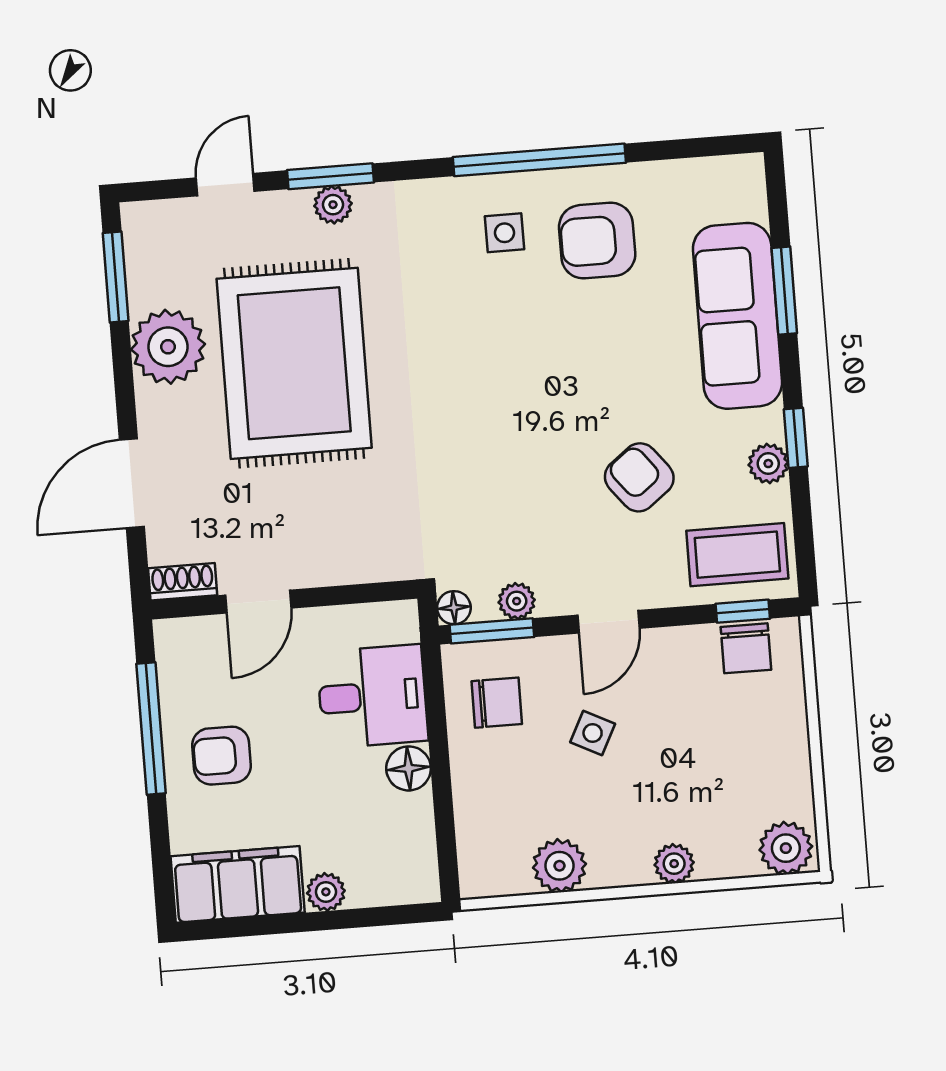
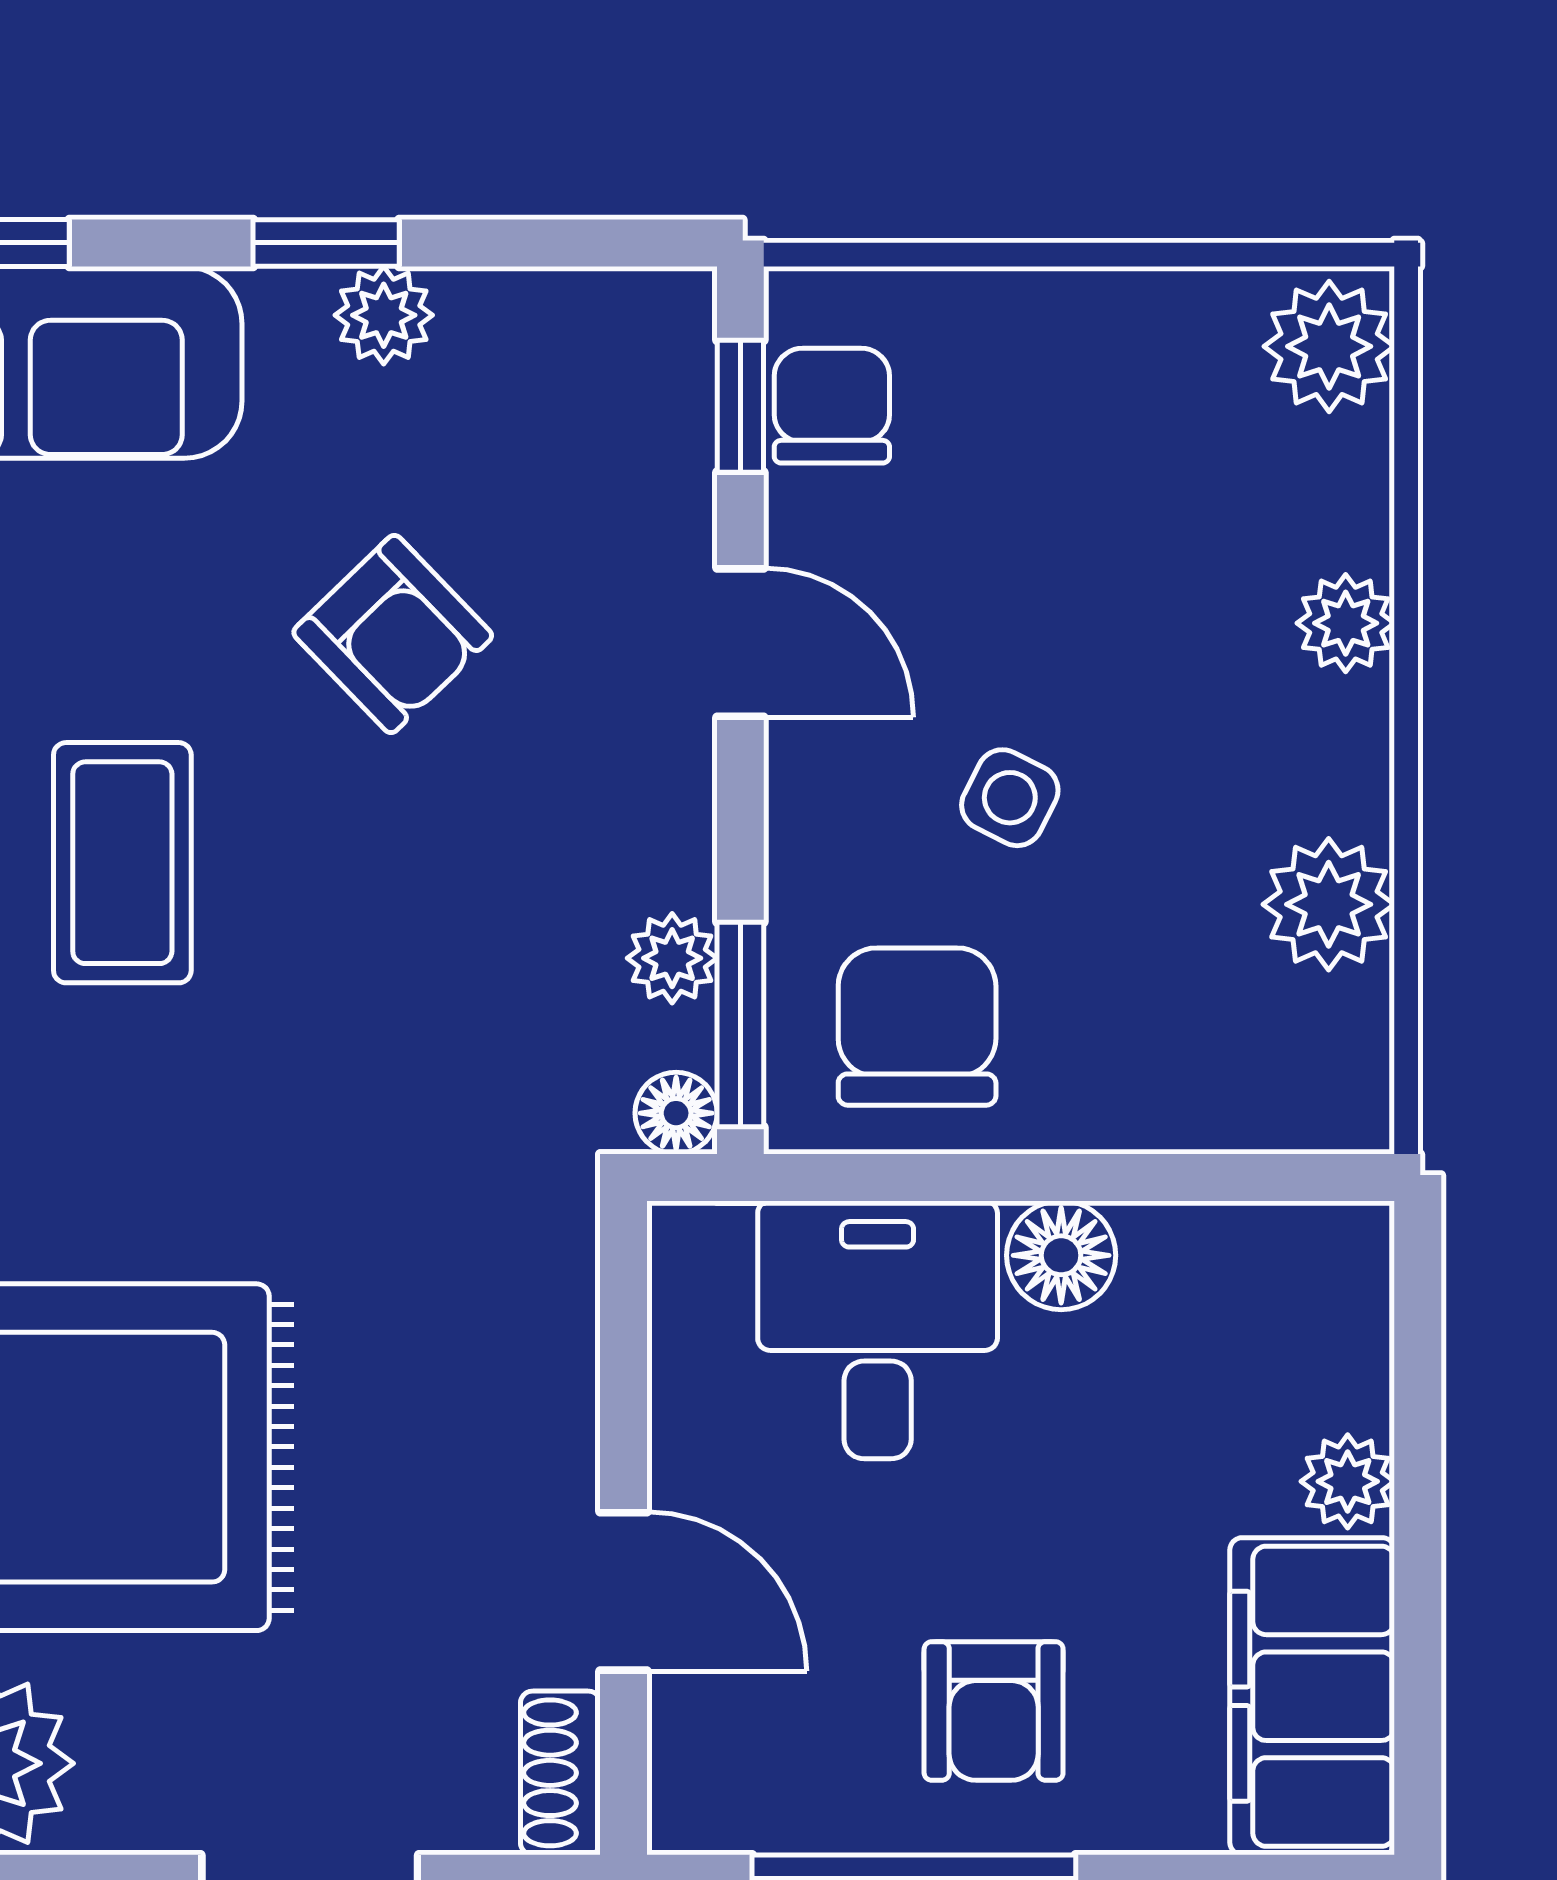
armchair: (639, 477) -> (393, 634), turned -96
coffee table: (737, 555) -> (122, 863), moved
door: (608, 622) -> (740, 643), moved
chair: (746, 648) -> (832, 406), turned -90
chair: (497, 703) -> (917, 1027), width x1.37, depth x1.37

